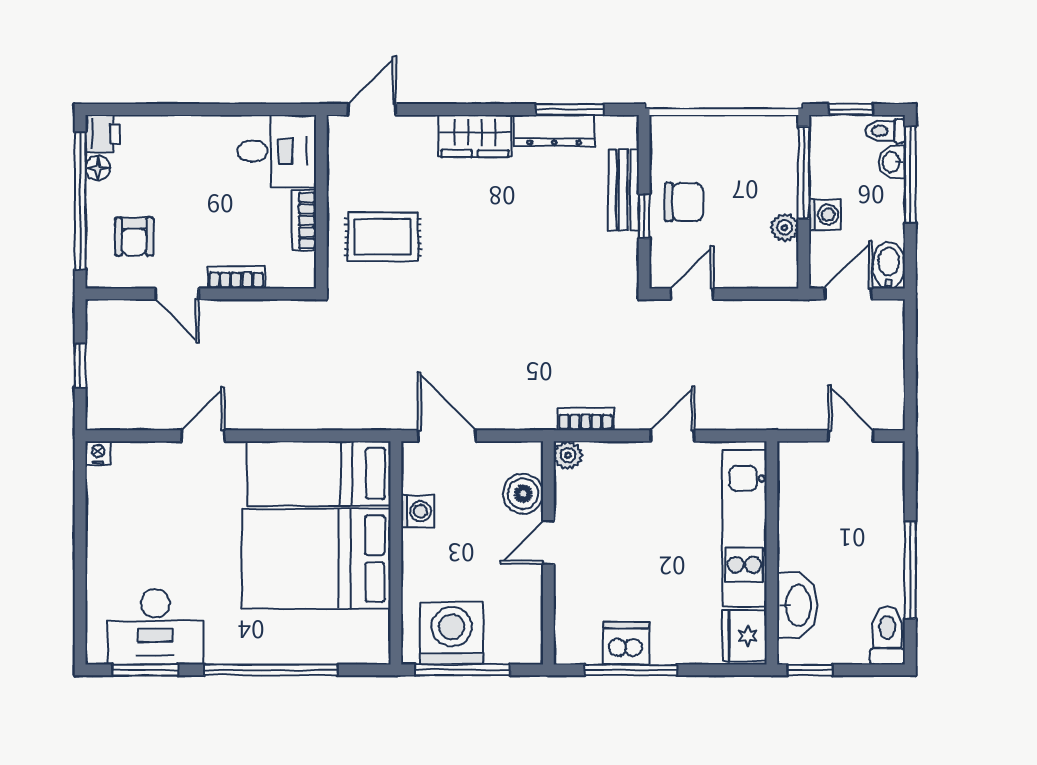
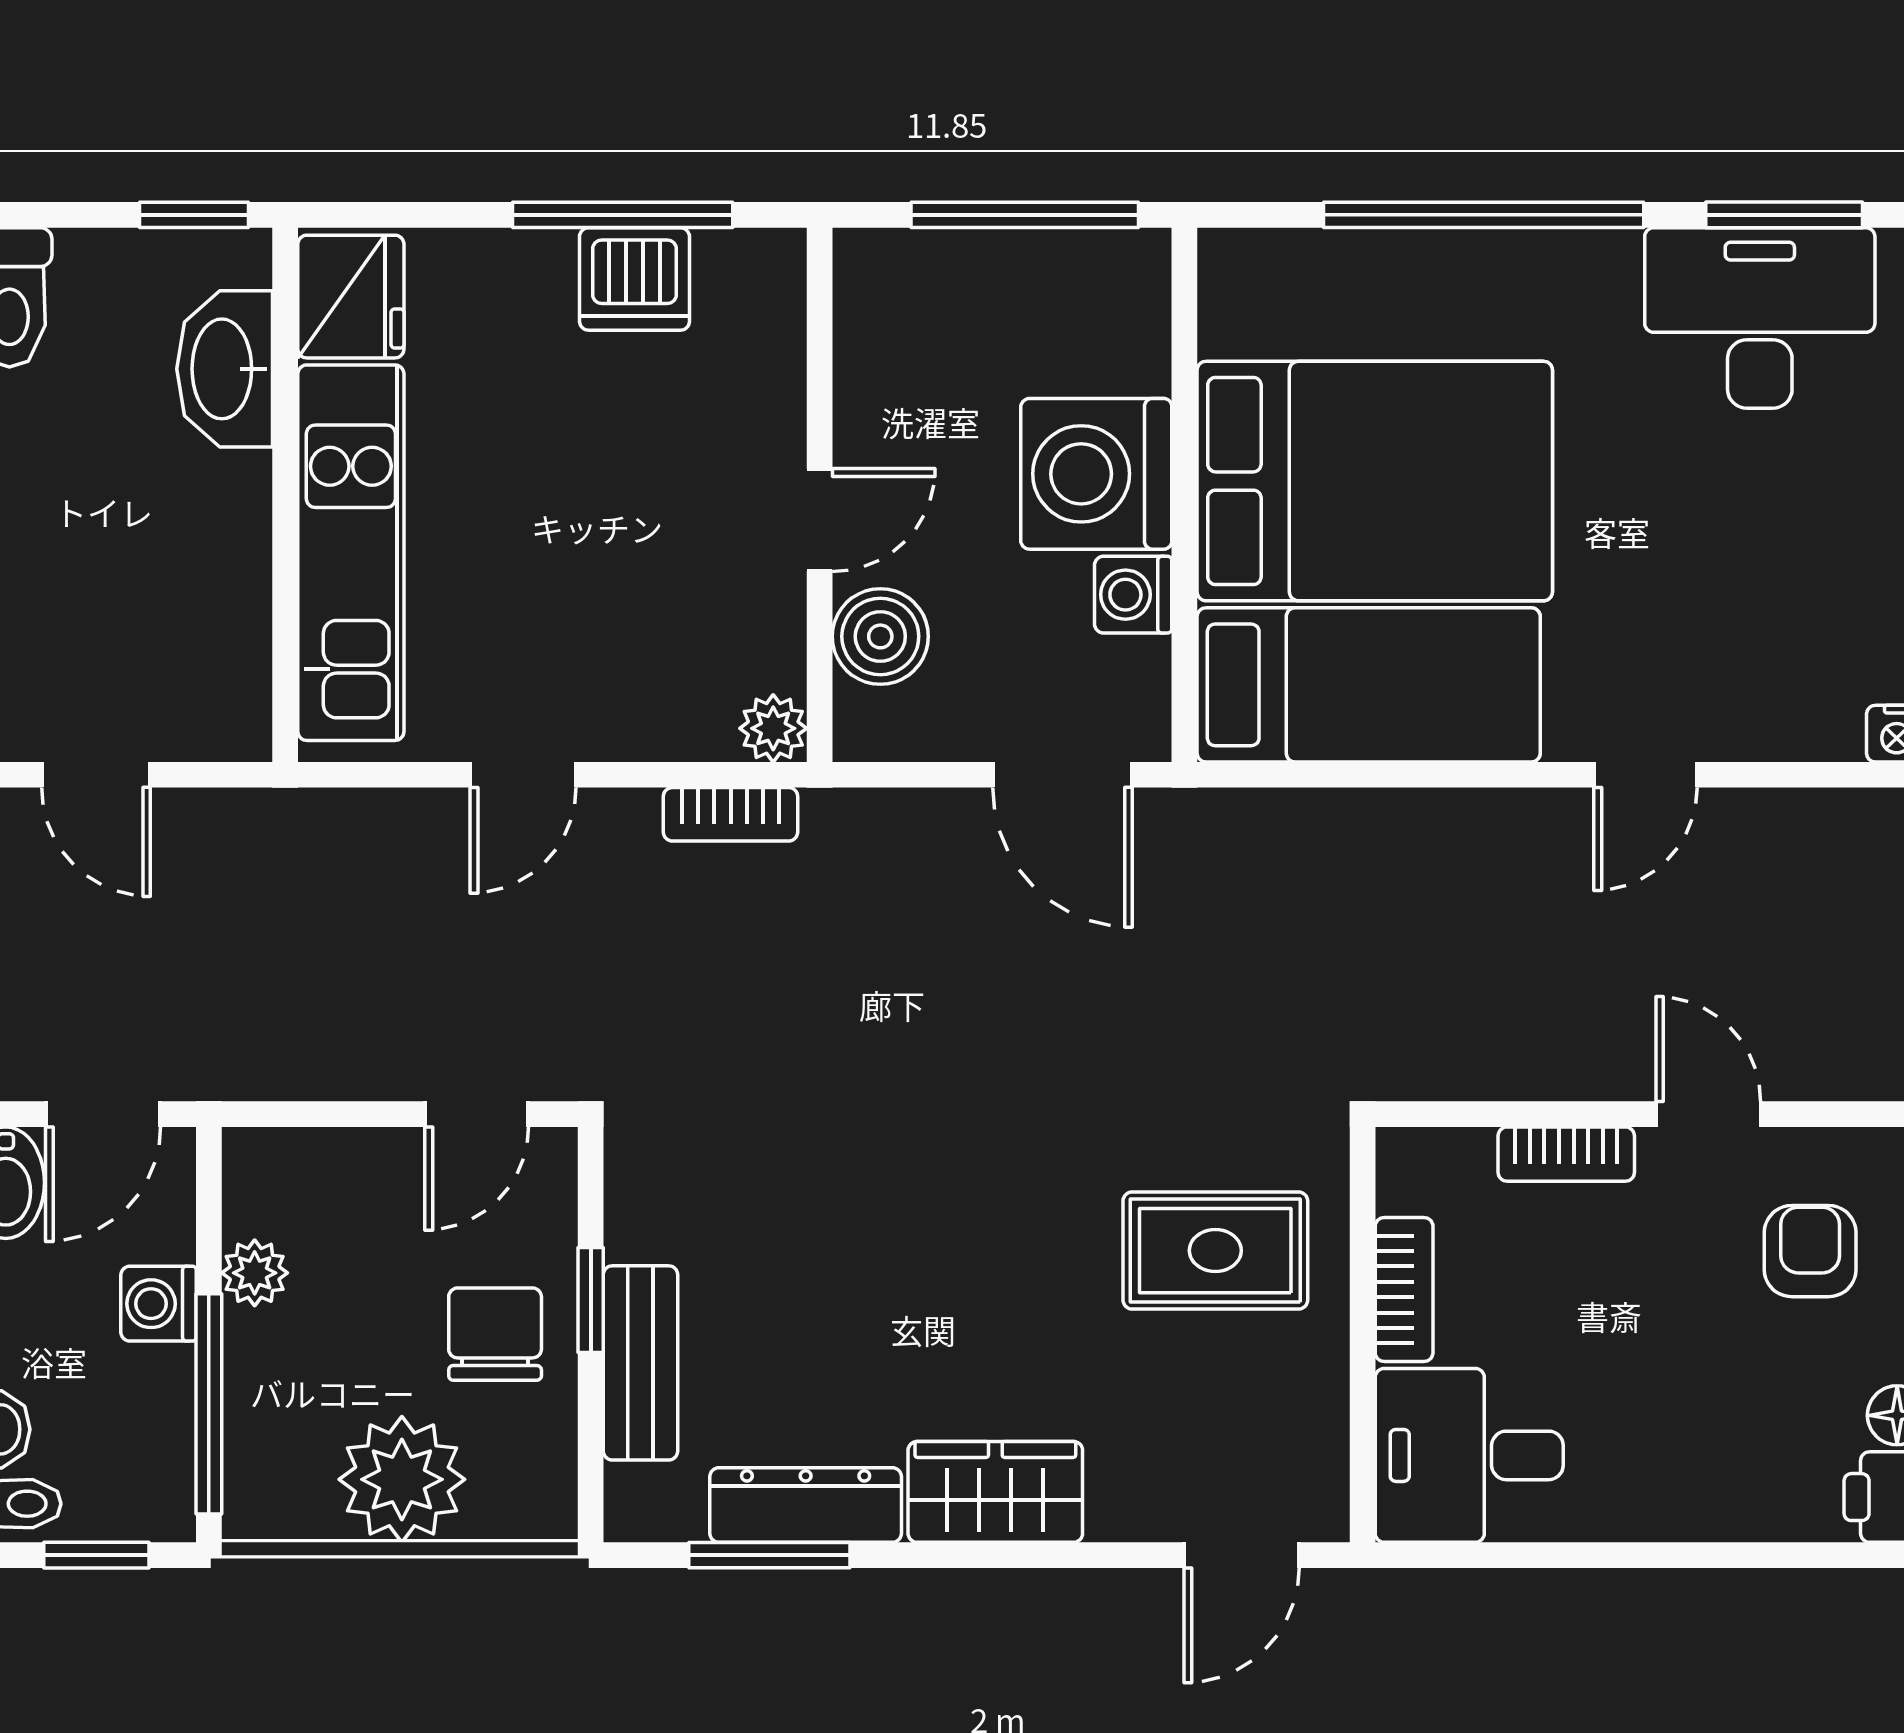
plant: (723, 141) -> (402, 1479), added
chair: (684, 202) -> (495, 1334), turned 90
washing machine: (452, 633) -> (1096, 474), moved, turned 90

